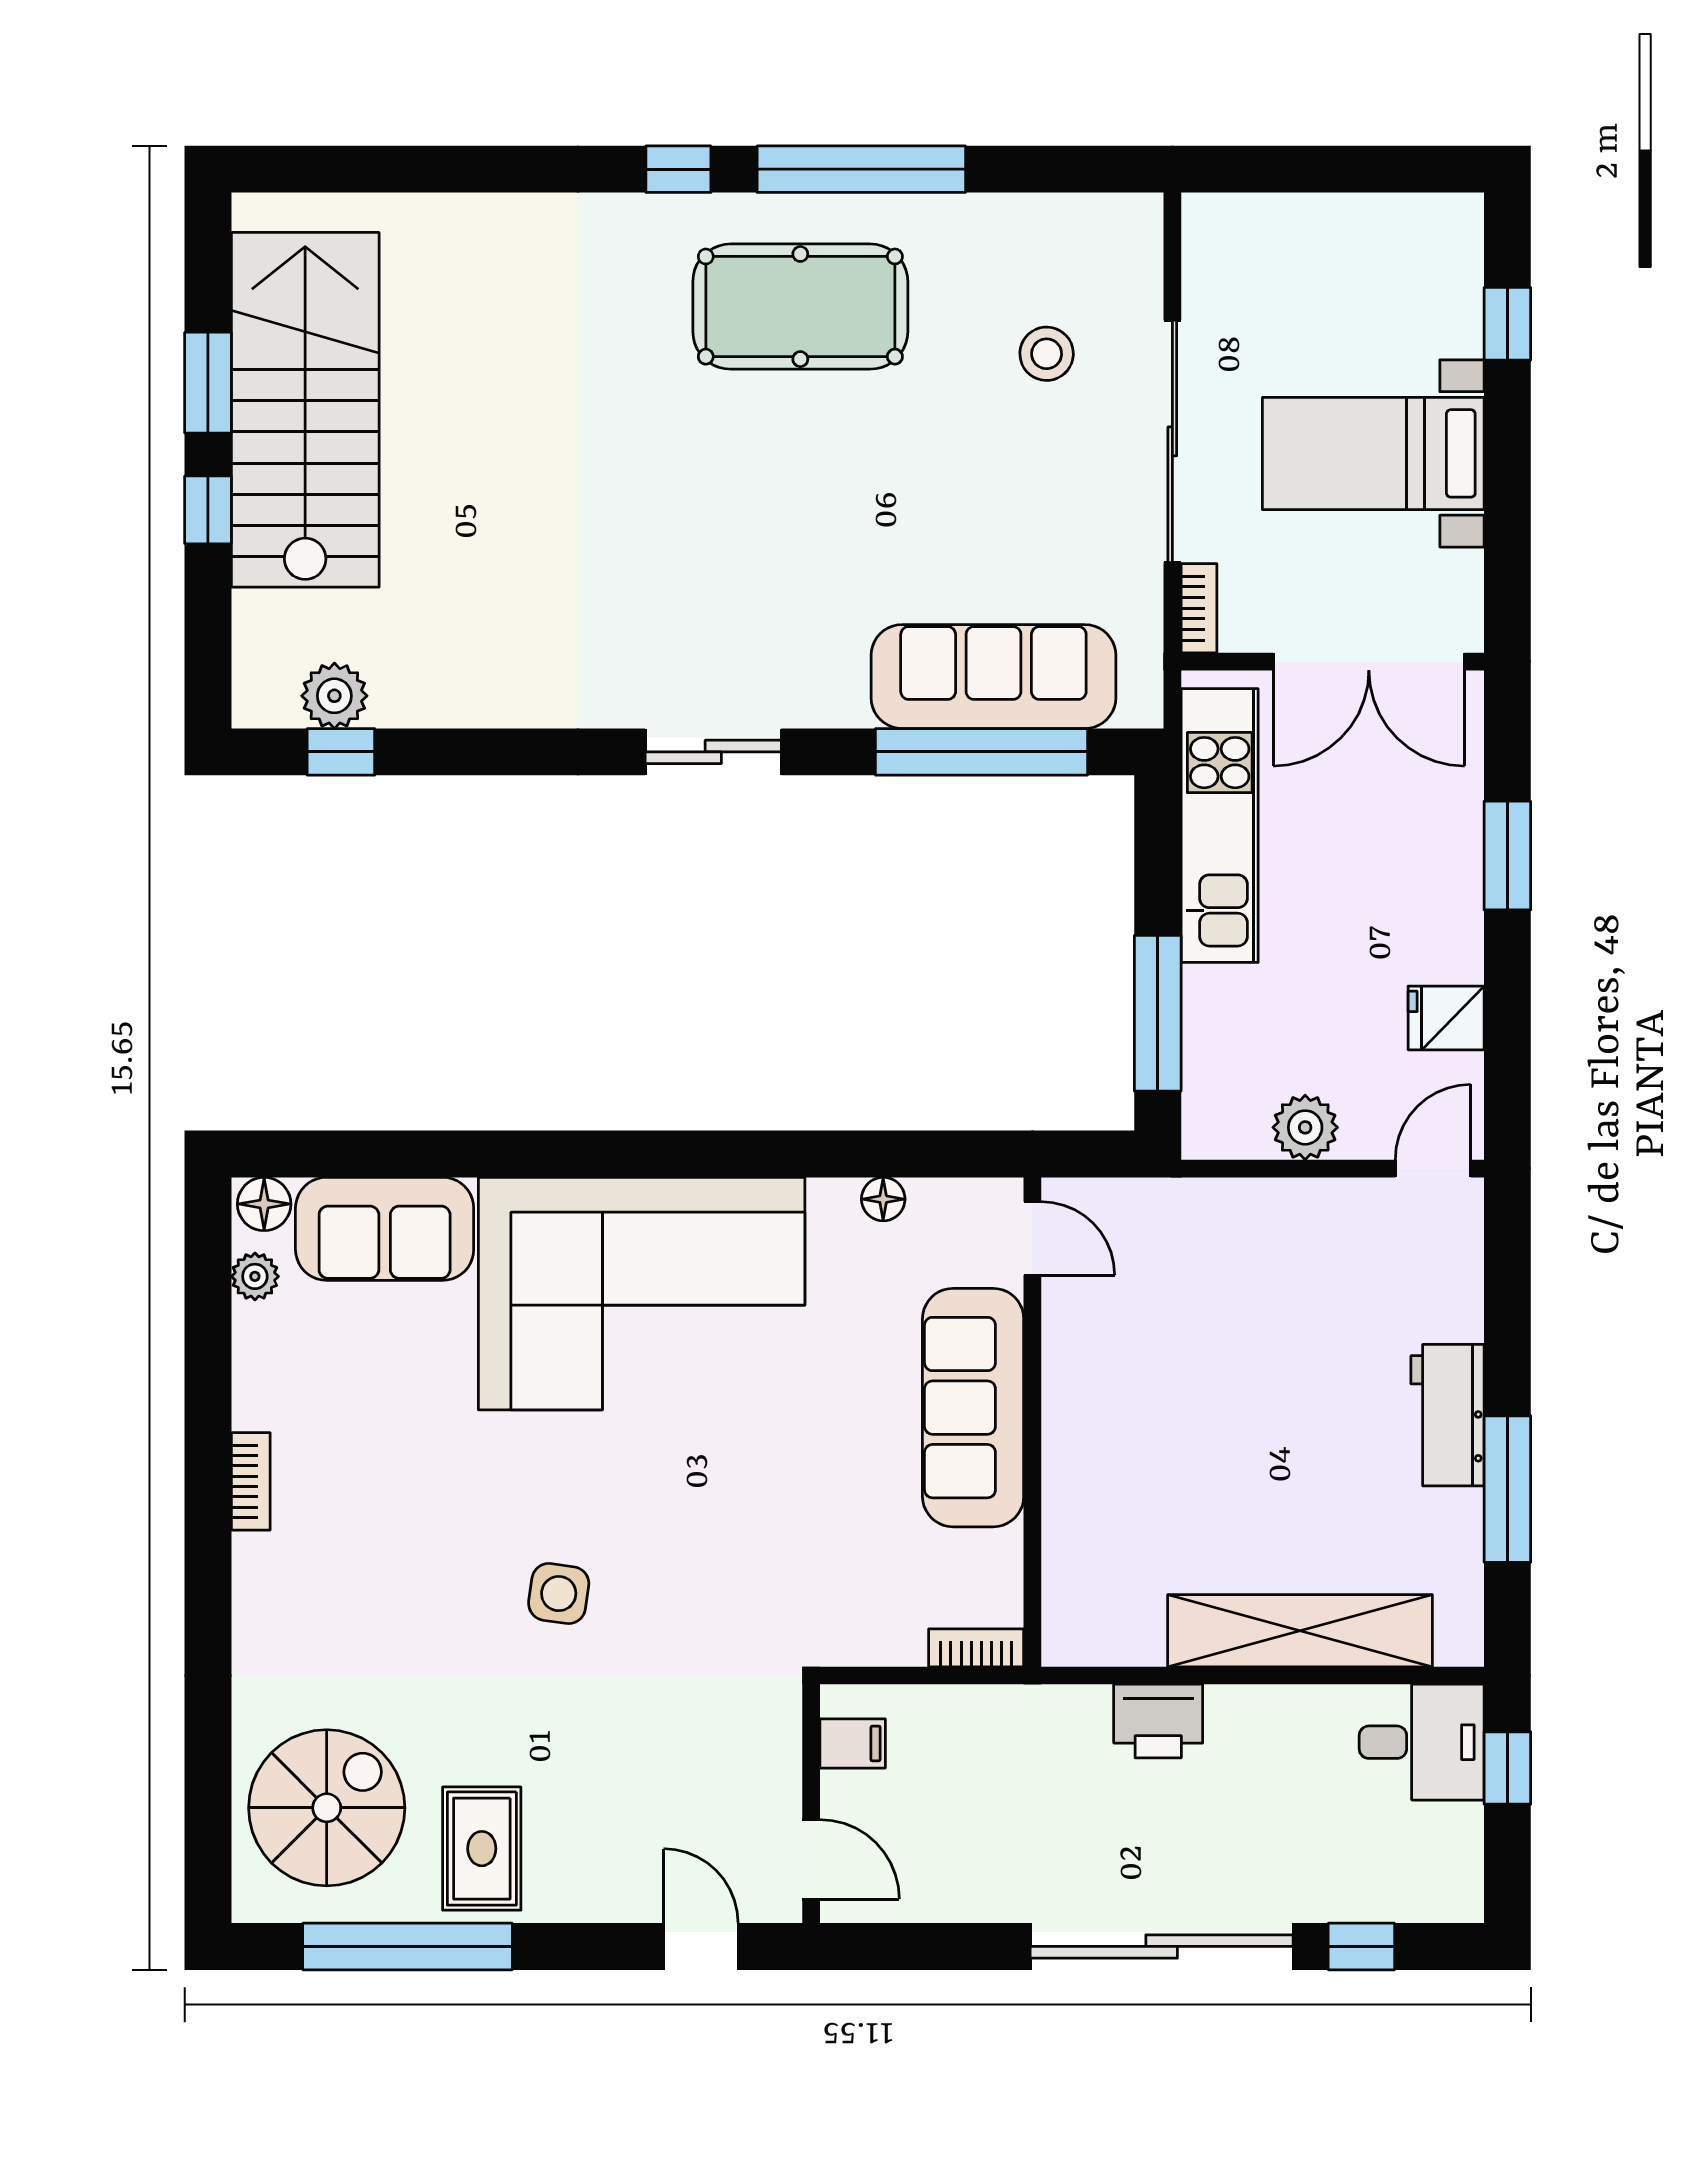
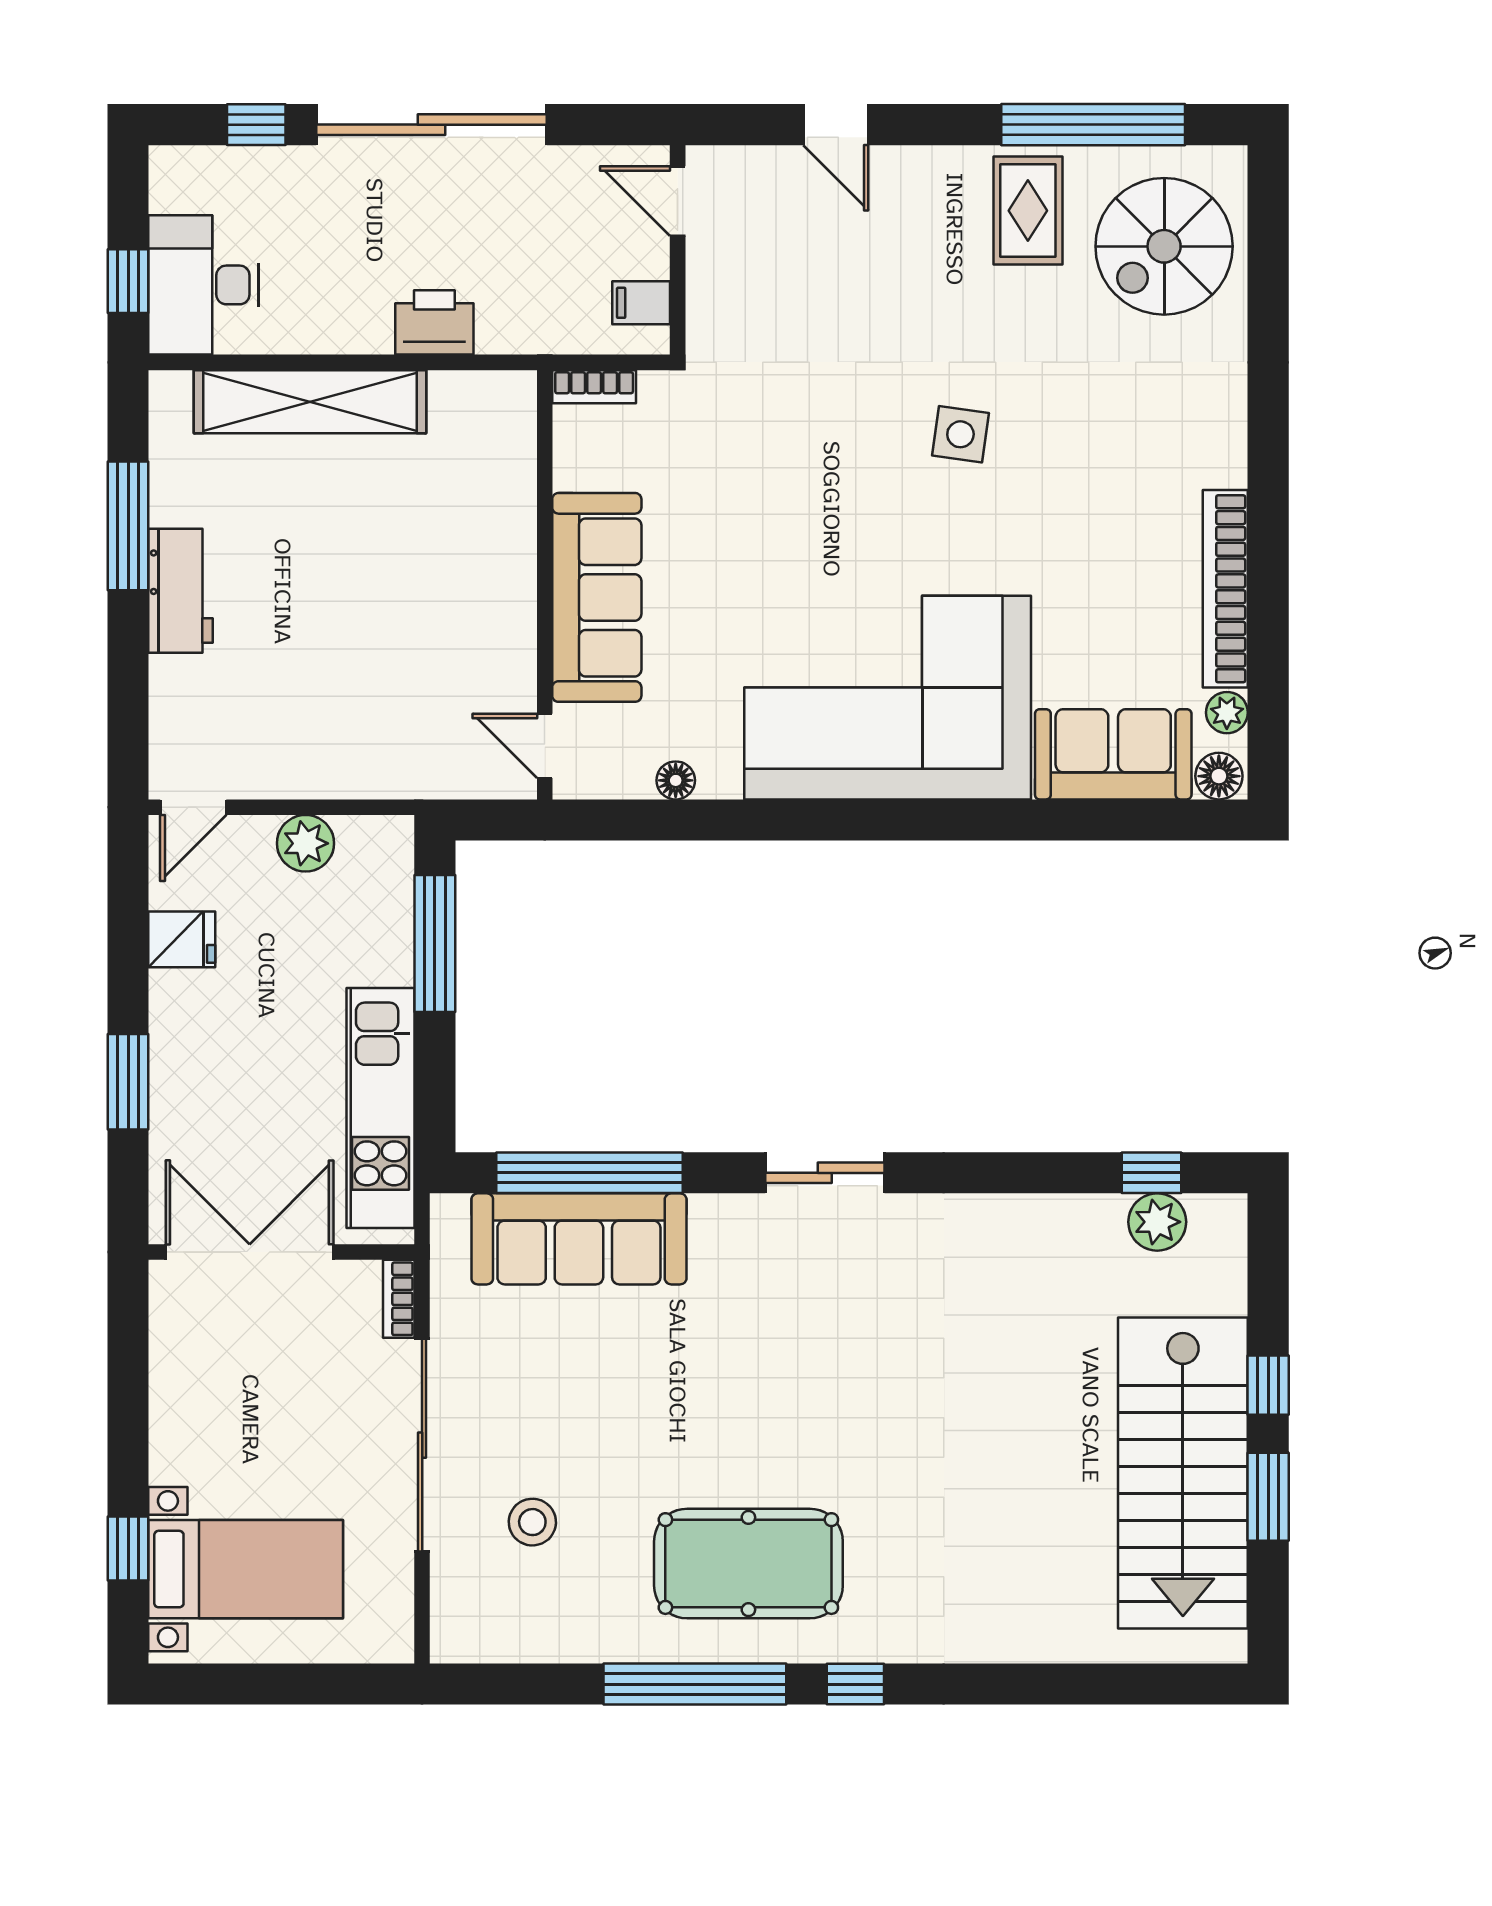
bed with nightstands: (1373, 453) -> (246, 1569), moved
bookcase: (251, 1481) -> (1225, 589), width x2.31, depth x1.31
desk: (1422, 1742) -> (203, 285), width x1.37
filing cabinet: (853, 1743) -> (641, 303), moved
wall: (811, 1804) -> (678, 250), moved
door: (811, 1859) -> (678, 201), moved

